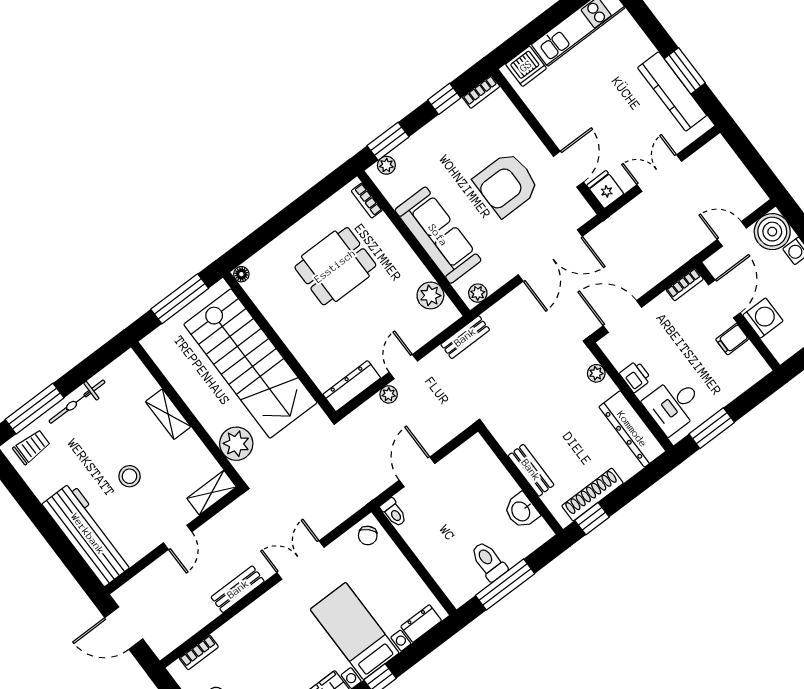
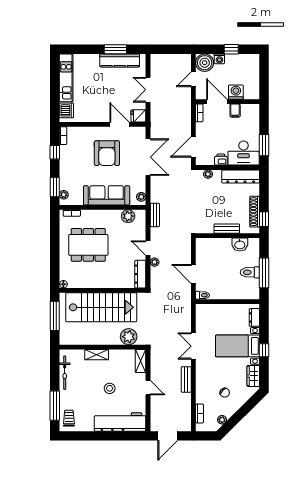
dining table: (335, 266) -> (88, 245), width x1.37
bicycle: (77, 402) -> (65, 373), moved
desk: (674, 405) -> (244, 153), width x1.37
chair: (368, 535) -> (225, 393), moved

